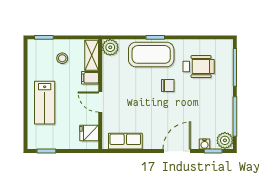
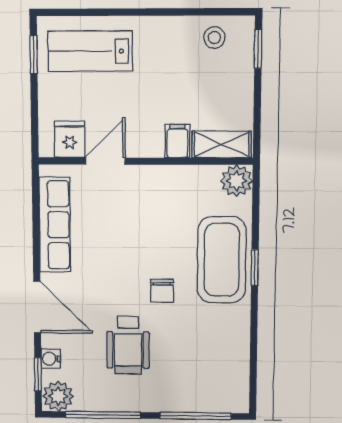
stool: (62, 58) -> (214, 38), moved
wheelchair: (199, 67) -> (128, 345), moved
door: (100, 102) -> (105, 161), moved
lab bench: (45, 103) -> (90, 51), moved
row of seats: (125, 141) -> (55, 225), width x1.48

